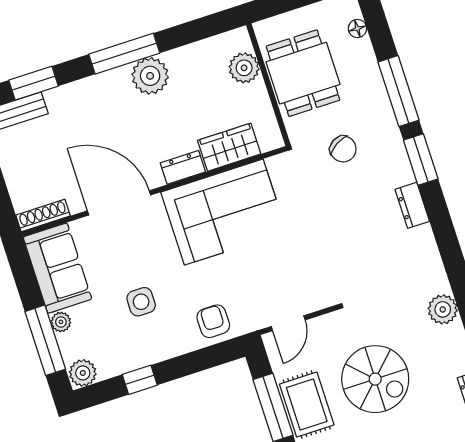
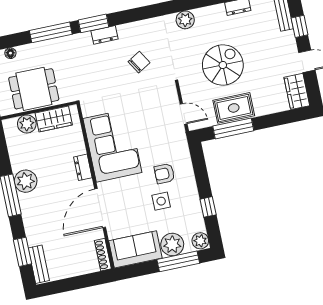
wardrobe: (229, 147) -> (54, 119), moved, turned -90
chair: (343, 149) -> (139, 62), moved
dresser: (412, 205) -> (105, 35), moved
armchair: (213, 321) -> (164, 174), moved
plant: (61, 322) -> (172, 244), width x1.88, depth x1.88

